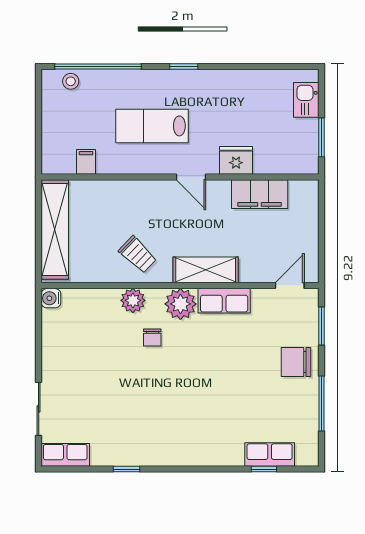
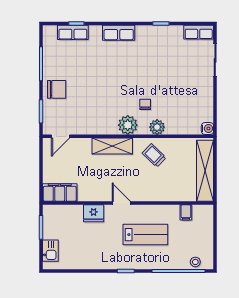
filing cabinet: (260, 194) -> (60, 192), moved
row of seats: (224, 301) -> (119, 33), moved, turned 180

